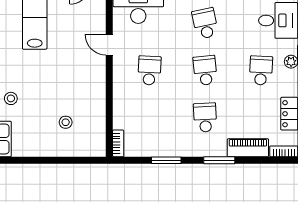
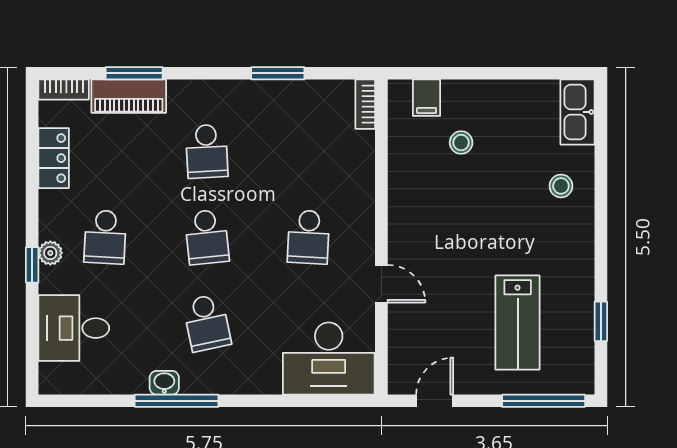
filing cabinet: (85, 147) -> (427, 98), added
window: (219, 160) -> (134, 73), moved

